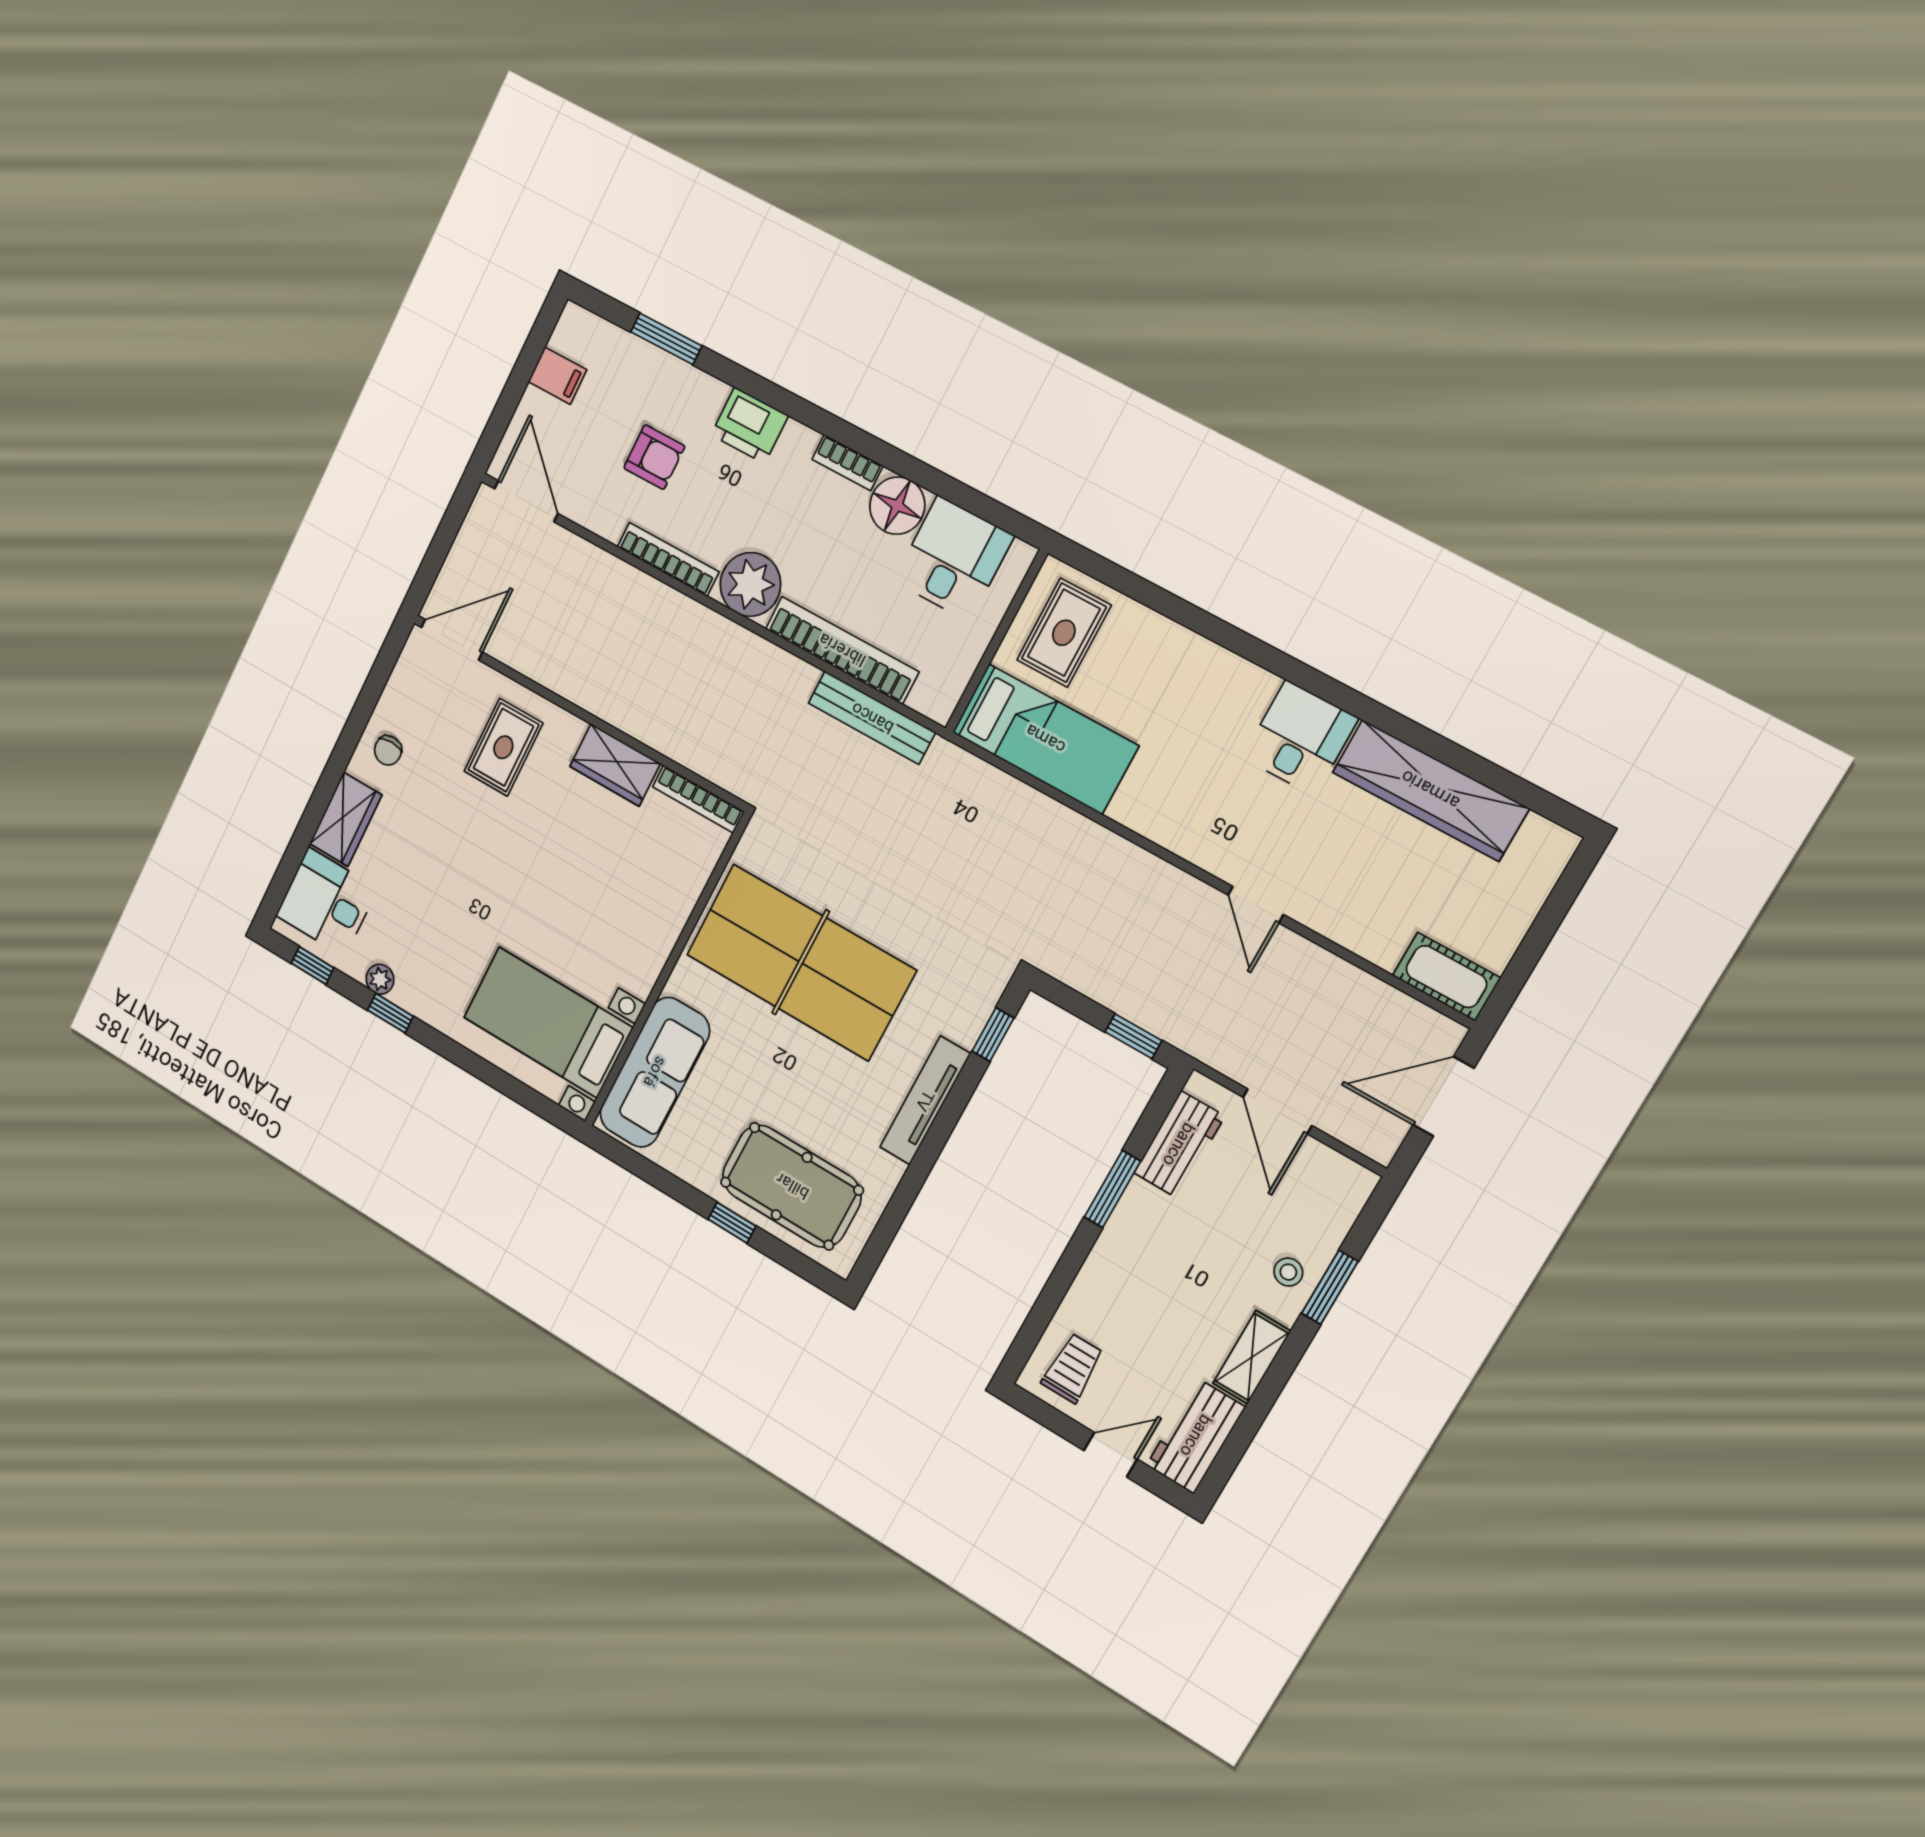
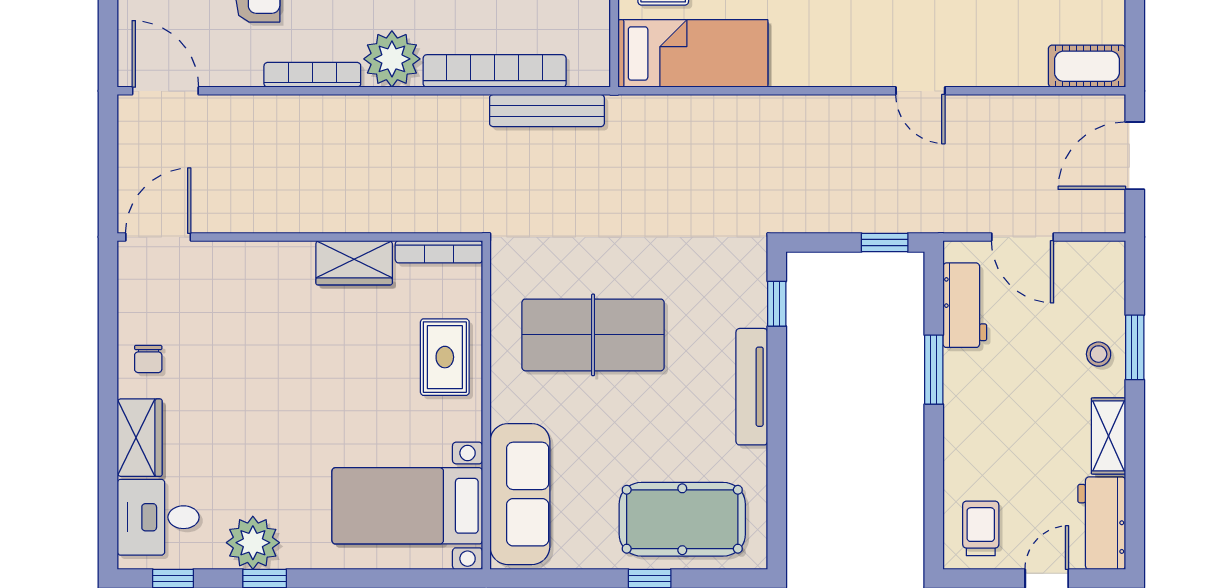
rug: (503, 747) -> (445, 357), moved
table tennis table: (801, 962) -> (593, 335), width x0.73, depth x0.76
plant: (380, 979) -> (253, 543), width x1.88, depth x1.88

